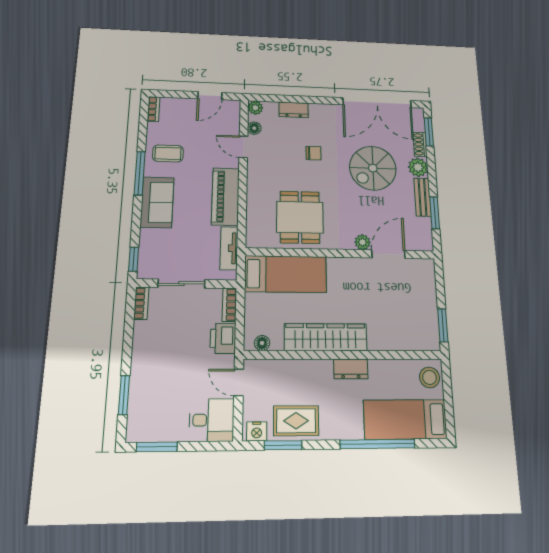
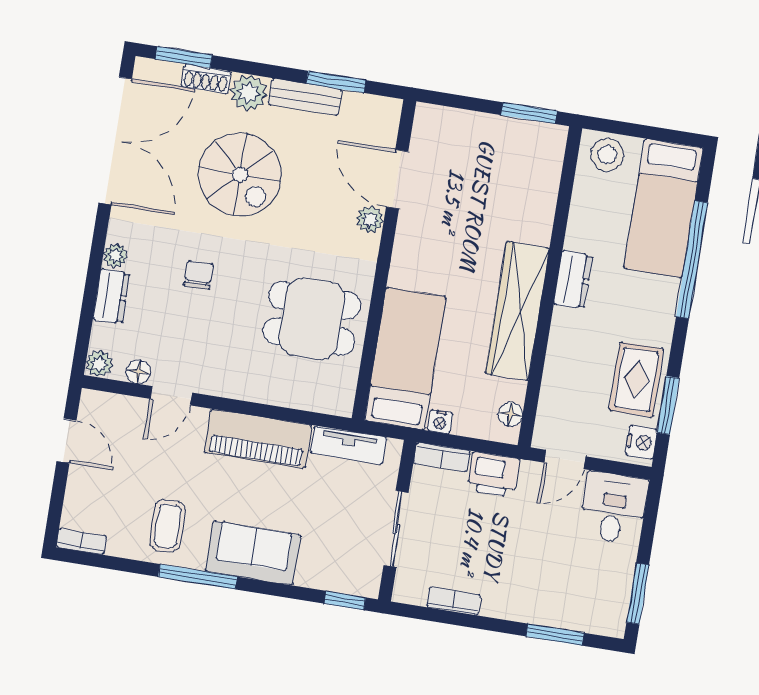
plant: (316, 109) -> (115, 256), added
nightstand: (251, 300) -> (440, 422), added
bookcase: (141, 303) -> (454, 601), moved

